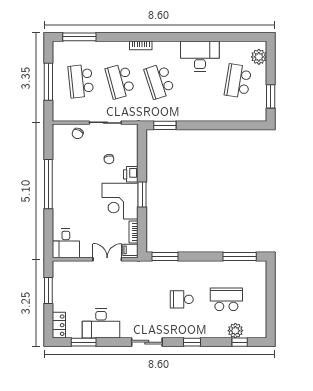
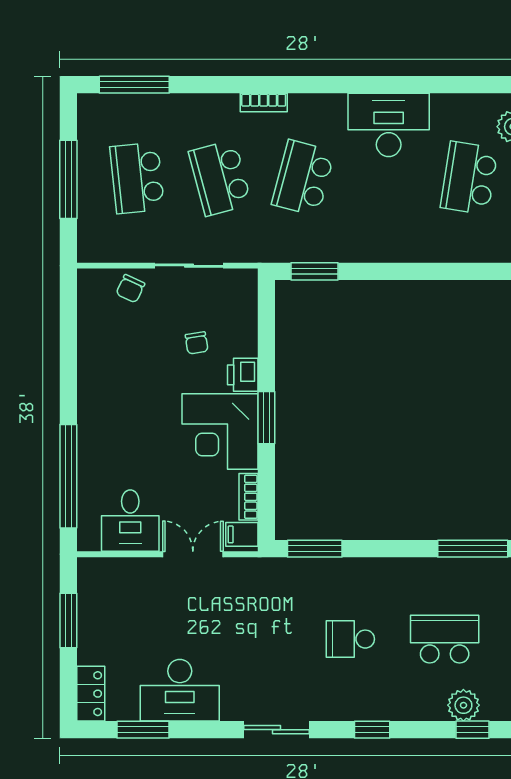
school desk: (159, 81) -> (303, 178), turned 33
window: (48, 184) -> (68, 476), moved
desk: (66, 243) -> (130, 521), moved

